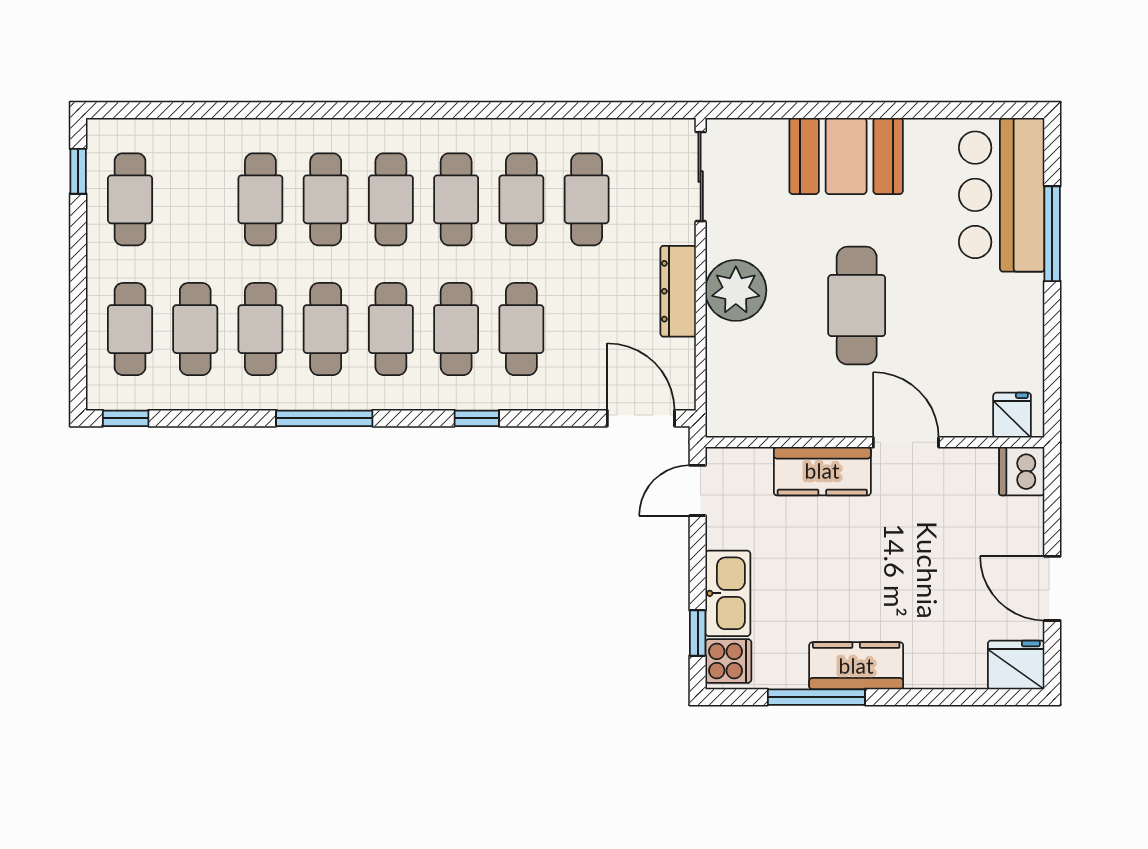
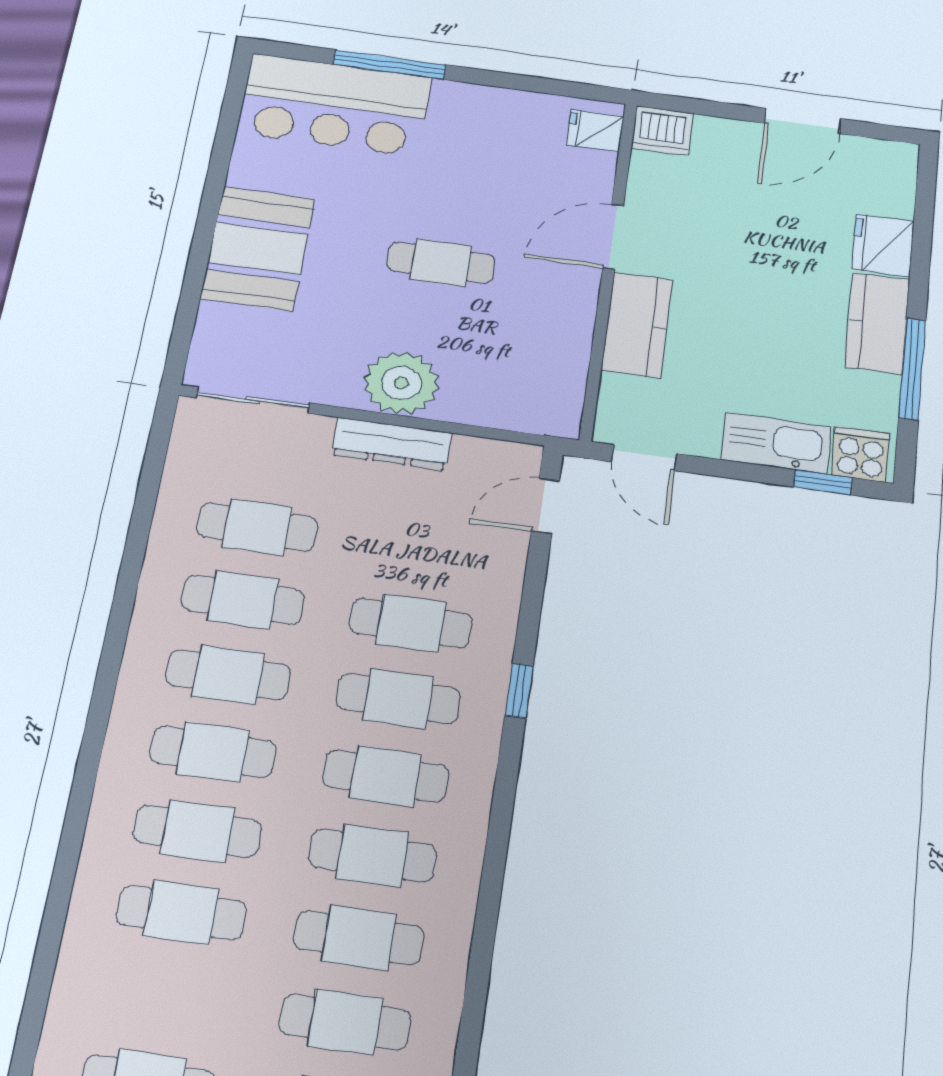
cafe table: (857, 306) -> (441, 263), width x0.73, depth x0.74
window: (324, 418) -> (493, 874), removed
door: (641, 418) -> (545, 506), width x0.73
fridge: (1016, 665) -> (883, 245), moved

